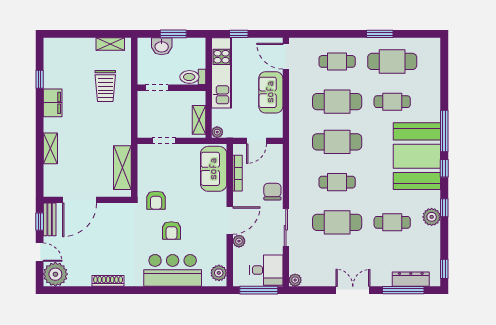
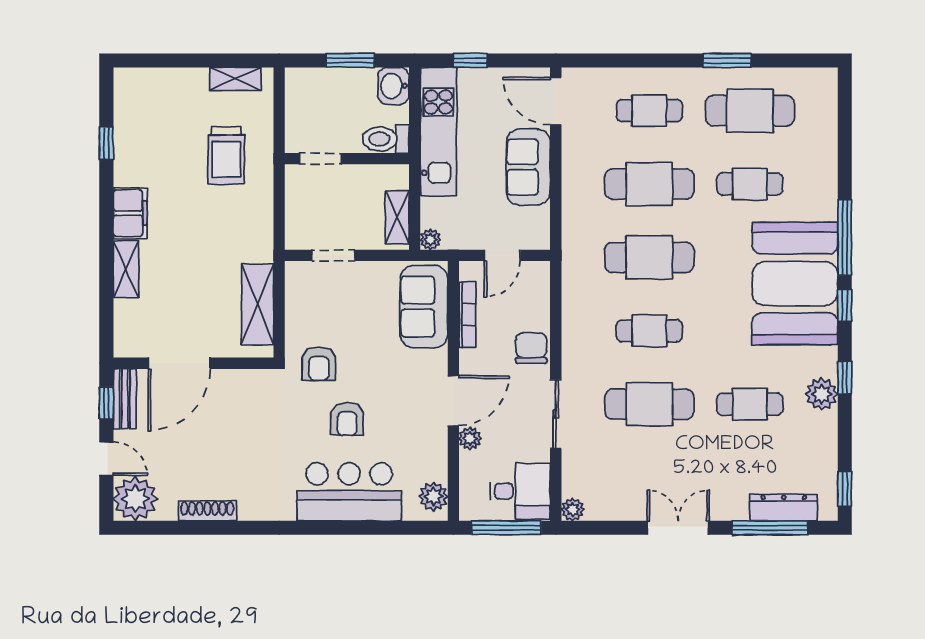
washbasin: (162, 46) -> (393, 86), moved, turned 90
filing cabinet: (53, 103) -> (130, 213), moved
shoe rack: (108, 281) -> (207, 511), moved

